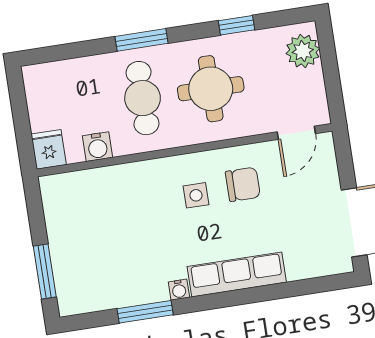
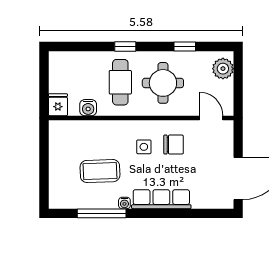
window: (142, 40) -> (125, 46), width x0.67
door: (296, 133) -> (211, 118), swing flipped
coffee table: (132, 245) -> (100, 171), added
window: (45, 272) -> (44, 179), removed
window: (145, 312) -> (102, 213), width x1.44

